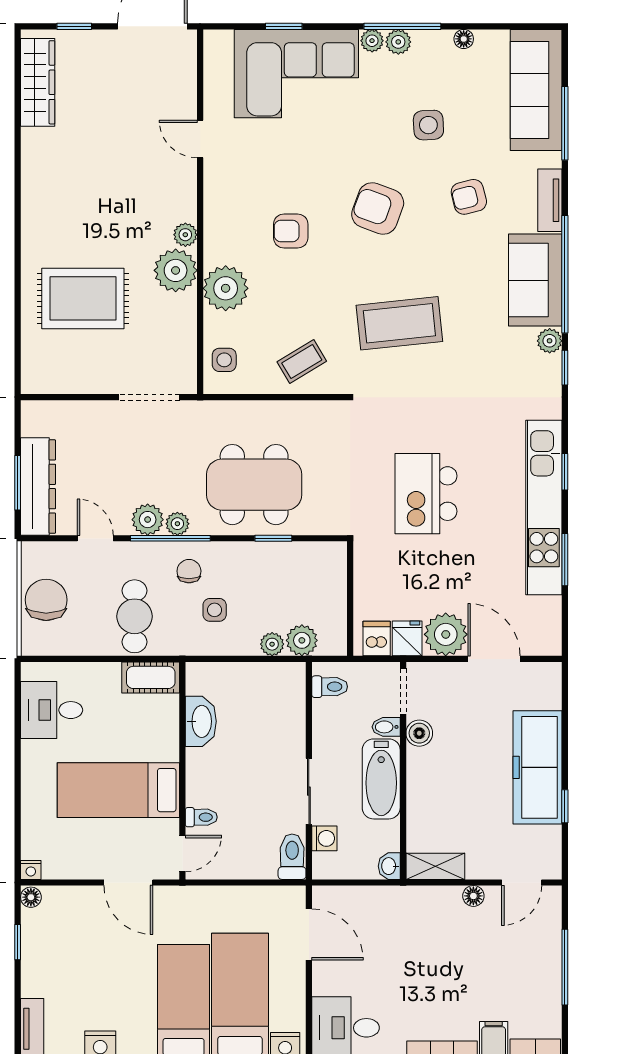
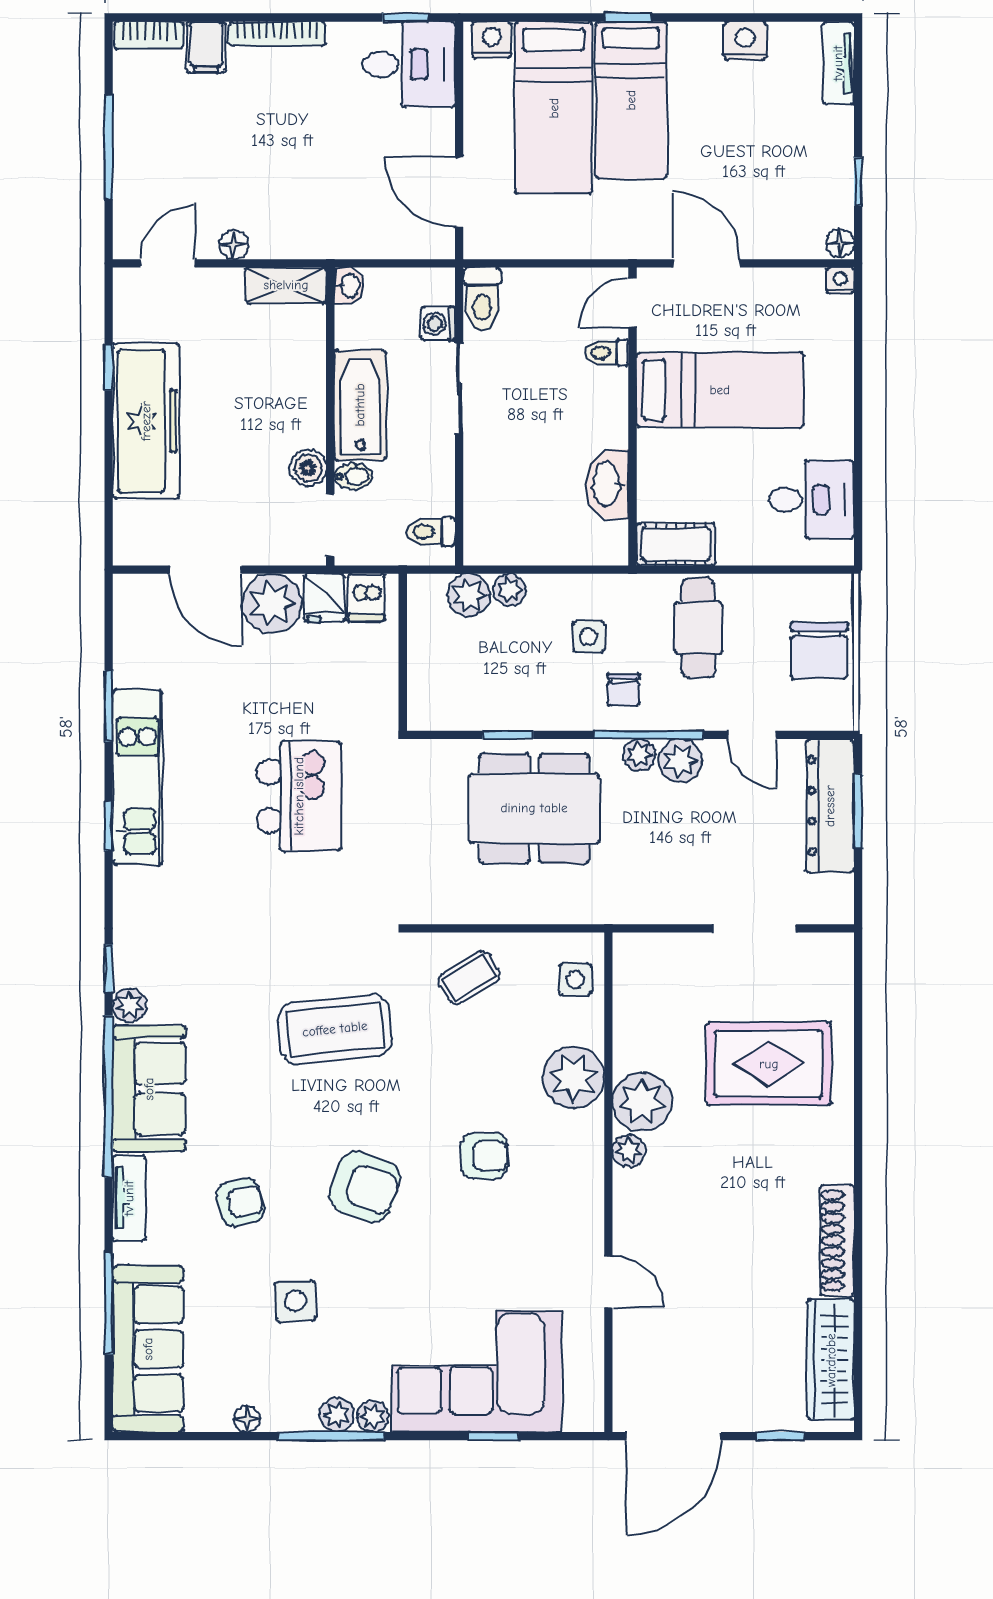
shoe rack: (33, 169) -> (837, 1240), added
doorway: (149, 397) -> (754, 928), moved
kitchen unit: (544, 507) -> (137, 777), width x0.73

